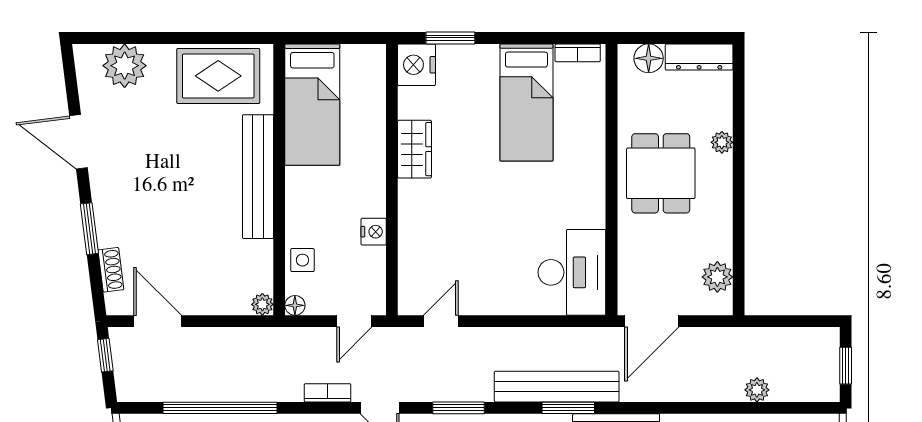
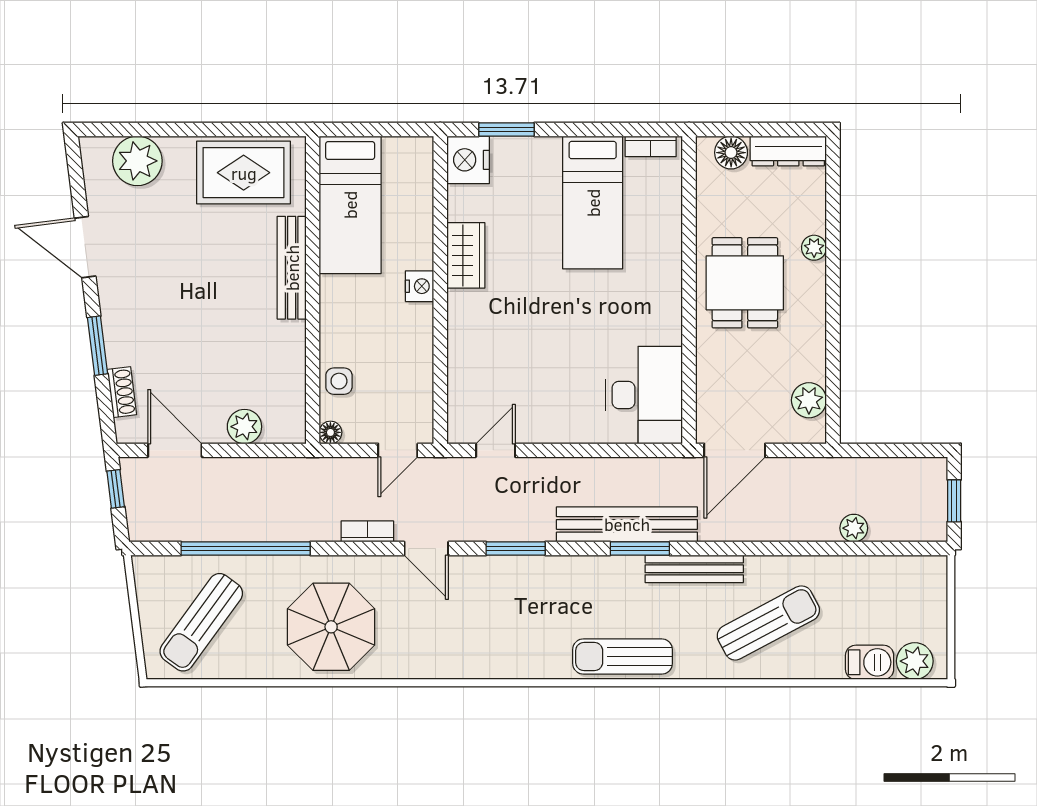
bench: (258, 177) -> (292, 268), width x0.73, depth x0.82
nightstand: (374, 232) -> (420, 286), moved
plant: (262, 304) -> (244, 427), moved, width x1.38, depth x1.38

